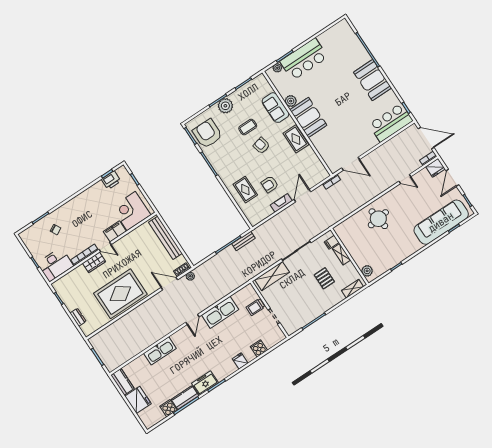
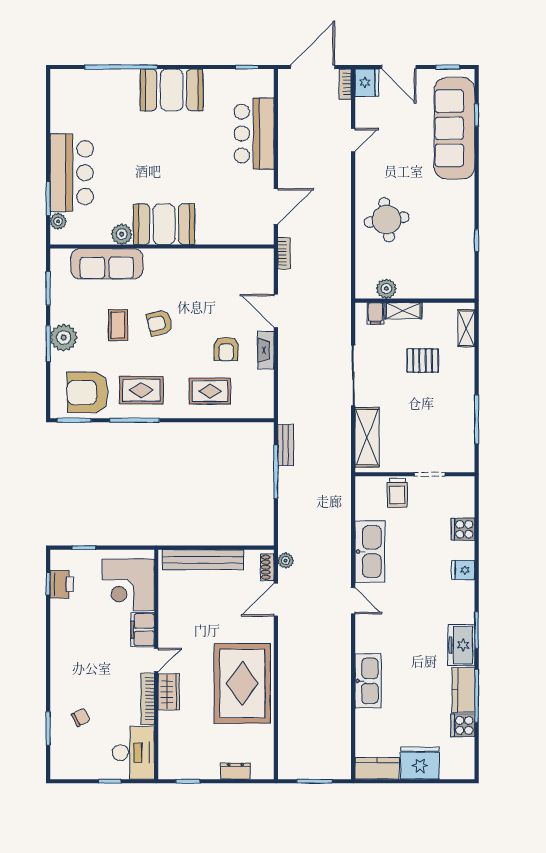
sofa: (275, 108) -> (107, 264), width x1.36
bar counter: (391, 123) -> (254, 134), moved
rug: (296, 139) -> (141, 390), moved
plant: (367, 271) -> (386, 289), moved

